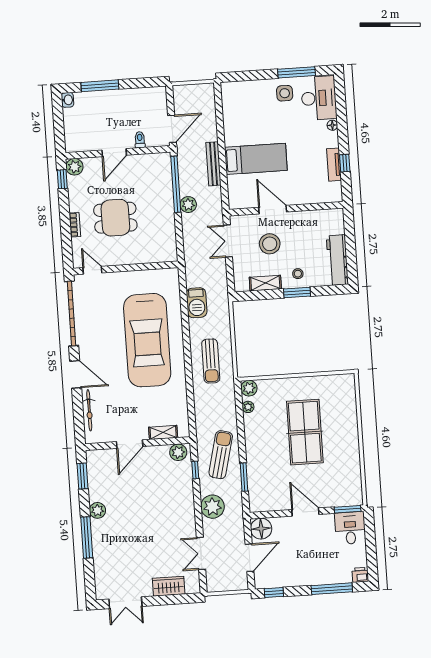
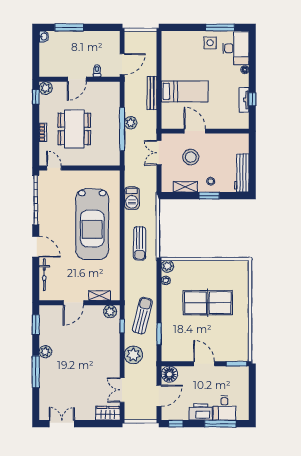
window: (176, 184) -> (122, 129), moved
dining table: (115, 218) -> (74, 129), width x1.38
table tennis table: (305, 432) -> (208, 303), turned 90
desk: (350, 528) -> (224, 408), moved, turned 180
printer: (360, 575) -> (201, 412), moved, width x1.87, depth x1.48
wardrobe: (169, 586) -> (108, 413), moved
double door: (125, 603) -> (62, 424), swing flipped

